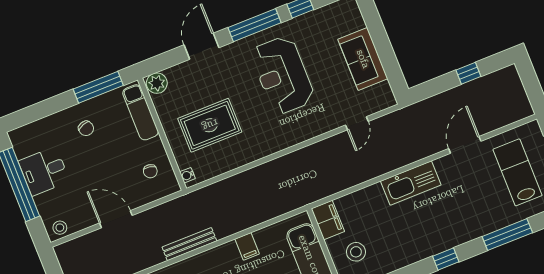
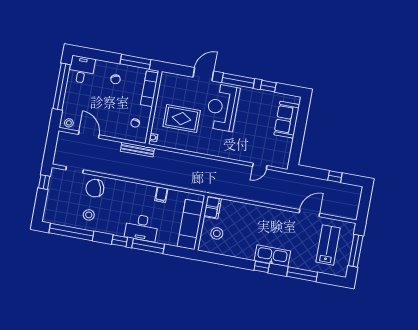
sofa: (363, 59) -> (287, 120), moved
reception desk: (283, 75) -> (222, 108), moved
plant: (157, 83) -> (168, 79), removed
desk: (44, 171) -> (82, 70), moved, turned 90
kitchen sink: (411, 183) -> (272, 256), moved, turned 180
door: (116, 219) -> (89, 135), moved
bench: (189, 244) -> (137, 150), moved

